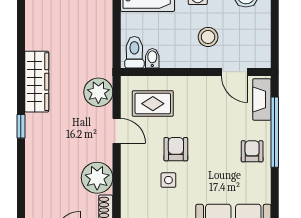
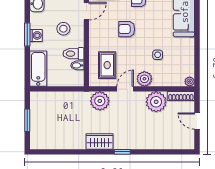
toilet: (134, 52) -> (73, 54), moved
wardrobe: (37, 82) -> (99, 142), width x0.67
armchair: (176, 149) -> (127, 29), moved
plant: (132, 160) -> (144, 79), added

